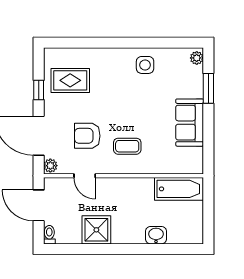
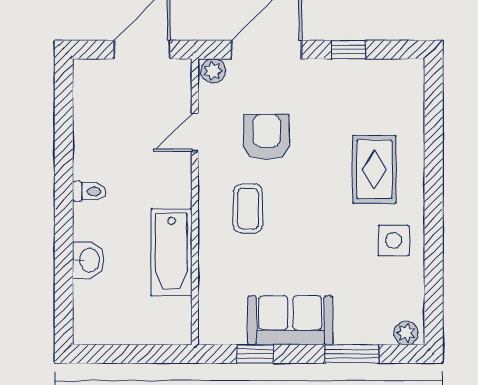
rug: (70, 80) -> (374, 169), moved
window: (208, 142) -> (255, 354), added
bathtub: (179, 189) -> (171, 252), moved
shower: (96, 230) -> (98, 153), removed
toilet: (49, 235) -> (89, 191), moved

